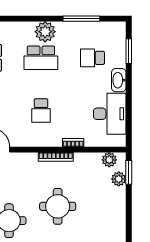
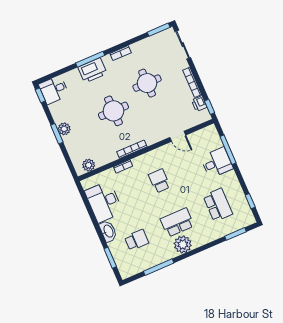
window: (129, 172) -> (57, 134), moved
plant: (119, 179) -> (64, 129), moved

